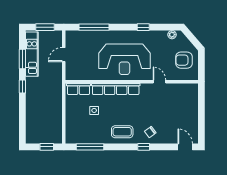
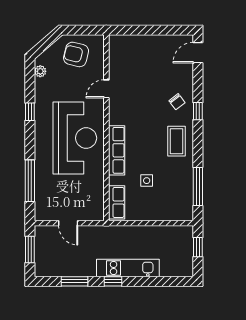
kitchen unit: (32, 54) -> (128, 268), moved
armchair: (184, 60) -> (76, 54), turned 104
row of seats: (116, 89) -> (117, 150), width x0.73

